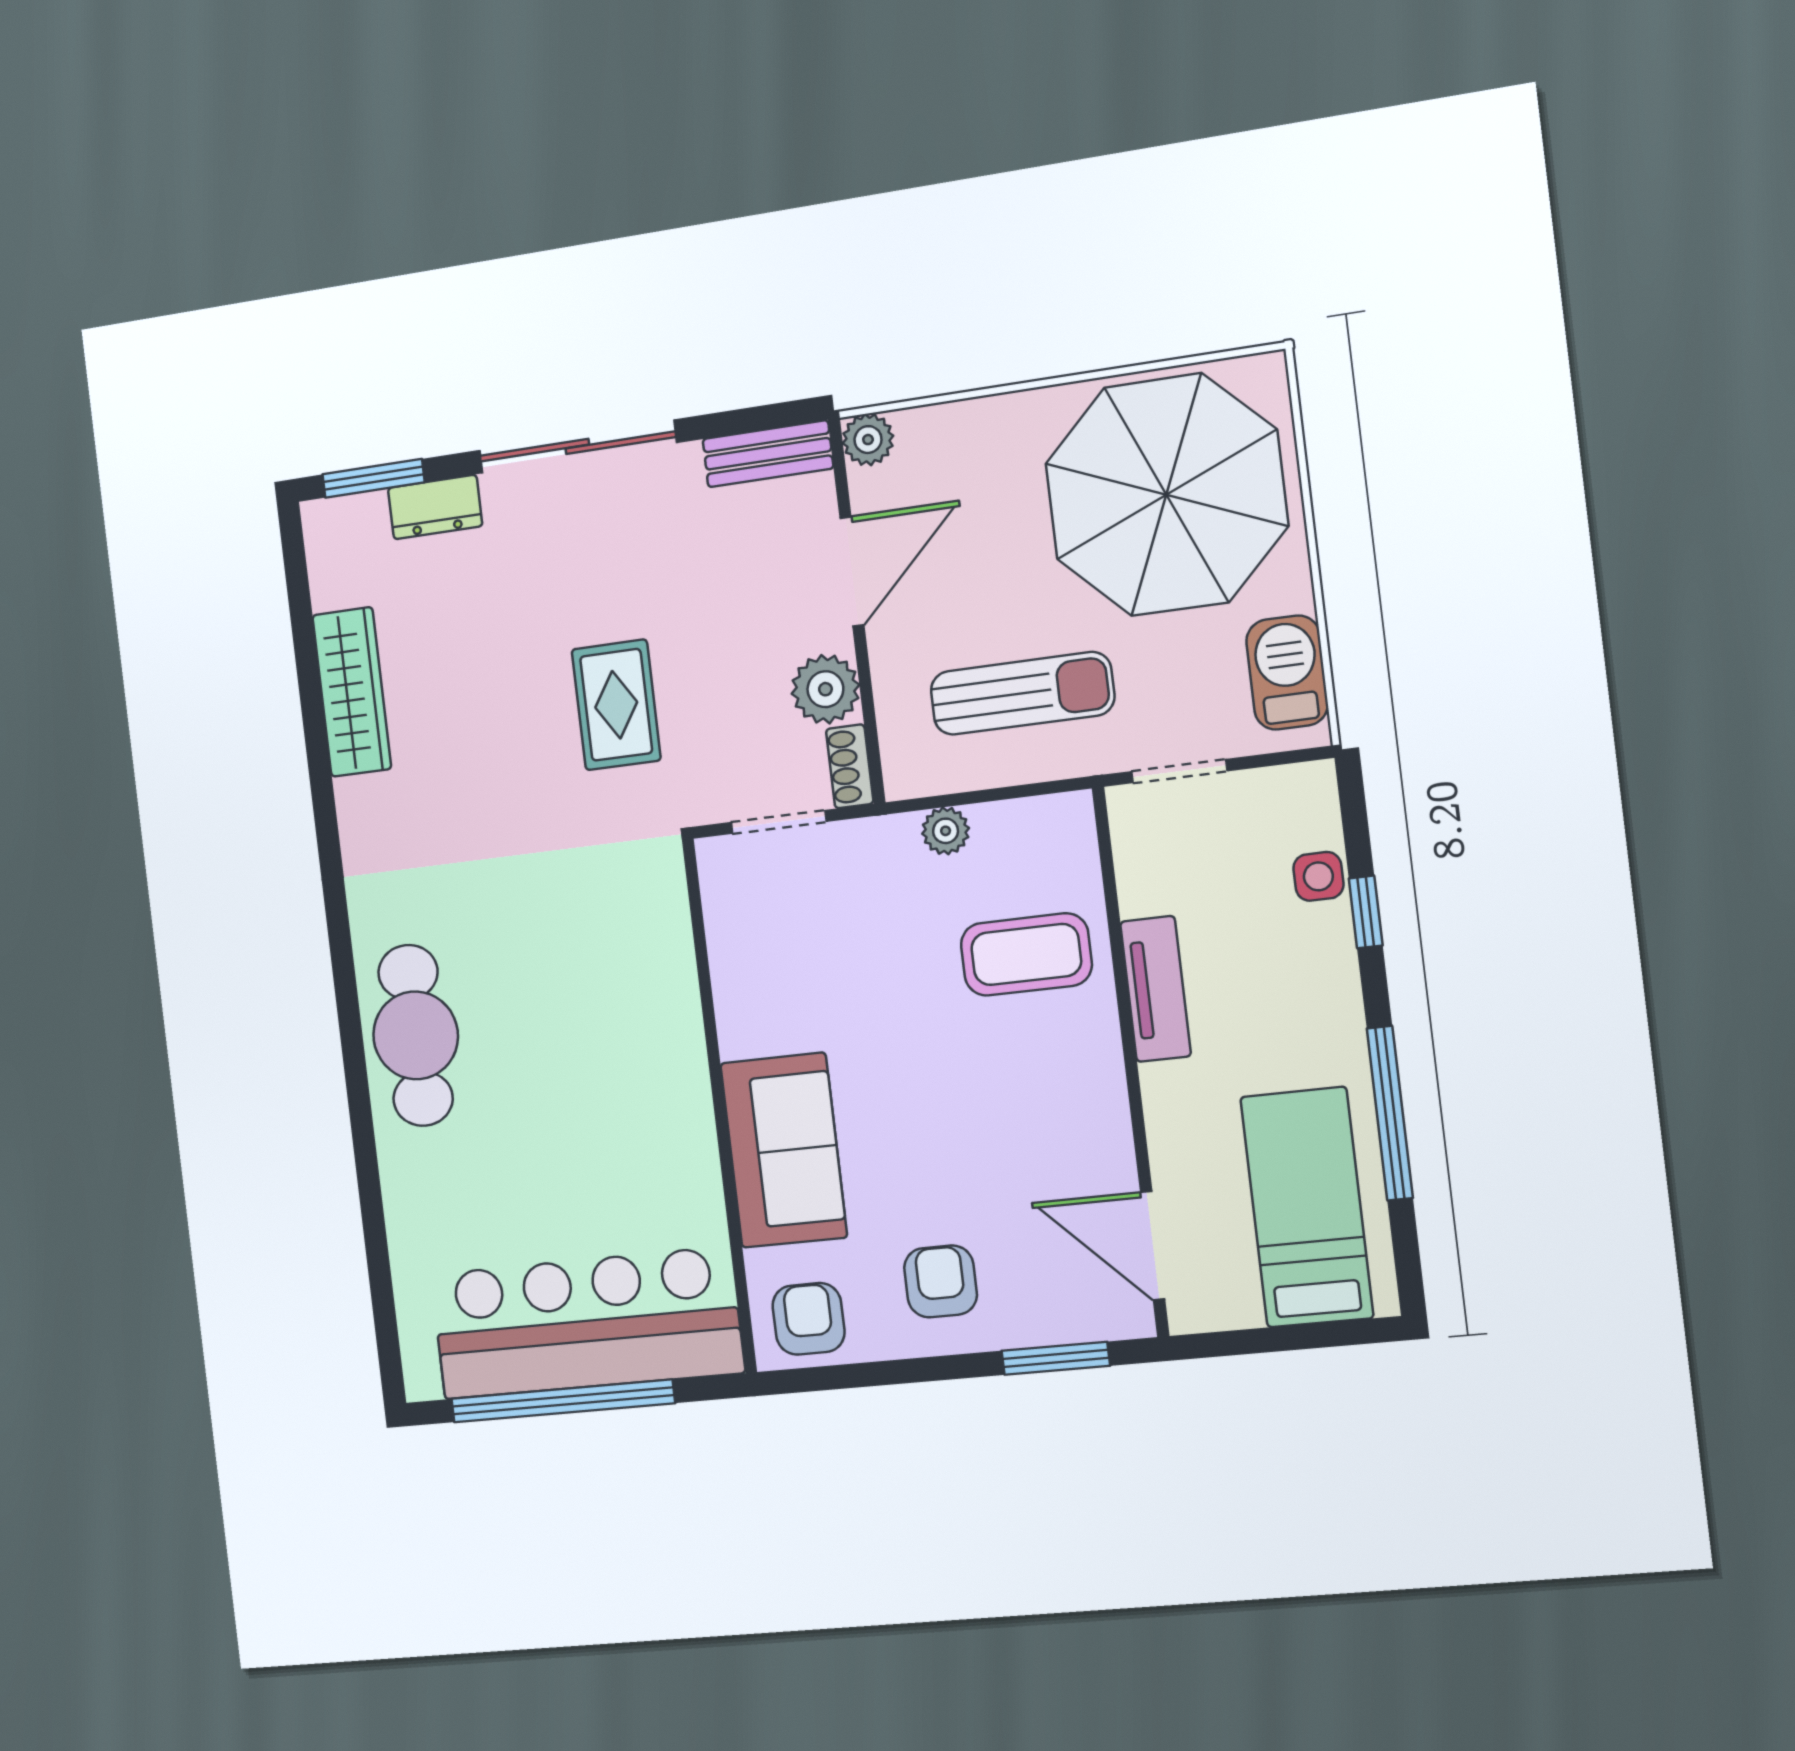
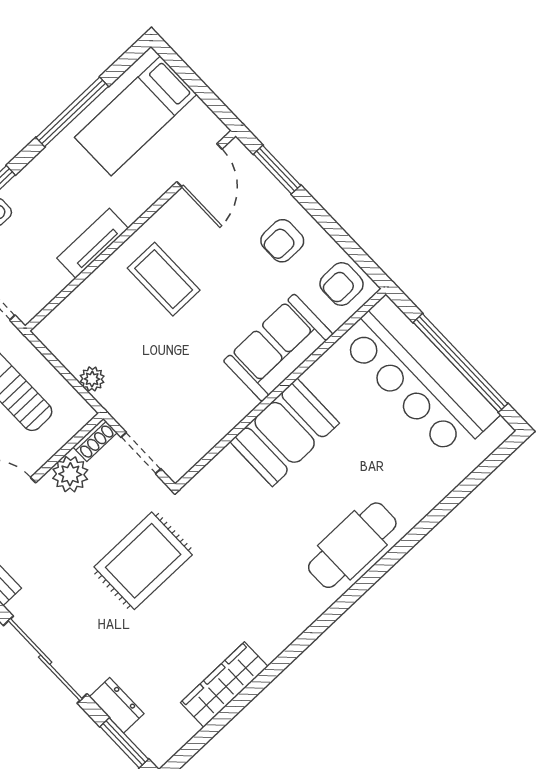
rug: (616, 705) -> (143, 561), width x1.36, depth x1.43
coffee table: (1026, 954) -> (164, 279), moved
booth: (651, 1062) -> (285, 432), added

